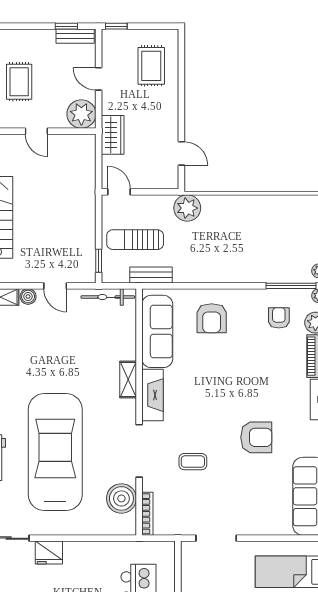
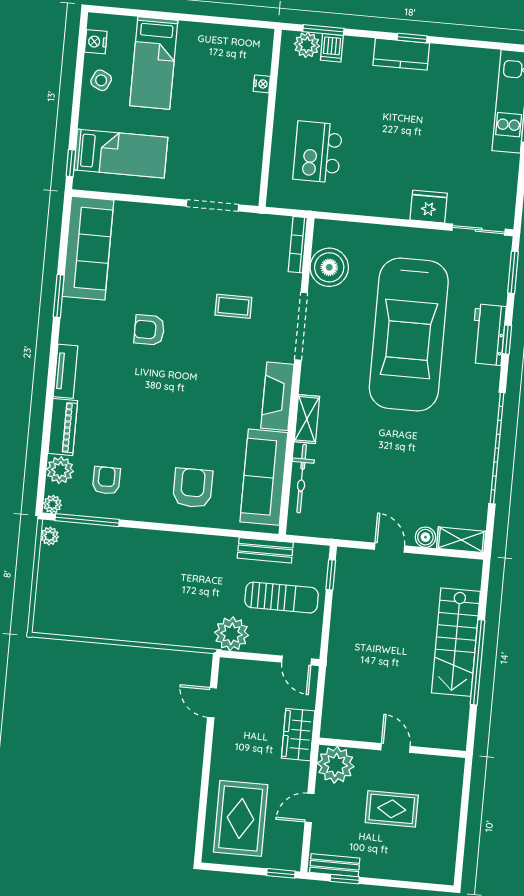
rug: (151, 66) -> (241, 818), width x1.36, depth x1.43
door: (99, 79) -> (310, 808), swing flipped
rug: (19, 82) -> (392, 809), moved, turned 90
plant: (187, 208) -> (232, 634), moved
bicycle: (108, 297) -> (302, 479), moved, turned 90
armchair: (279, 318) -> (106, 480), turned 180
armchair: (256, 437) -> (149, 330), width x0.72, depth x0.72

